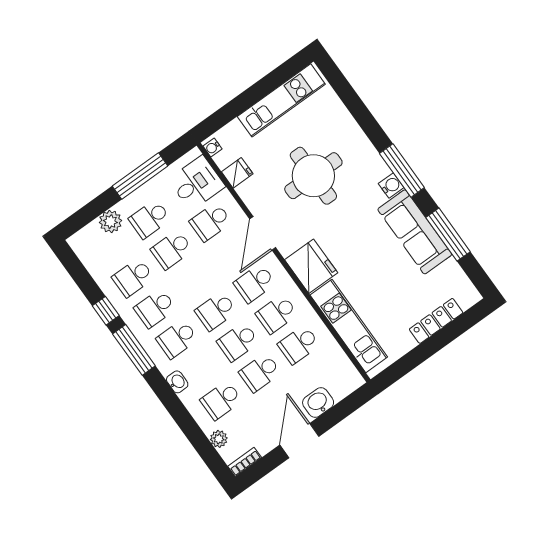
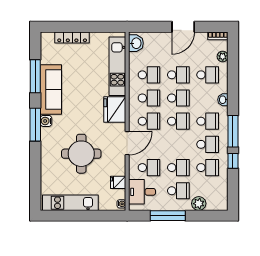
washbasin: (318, 403) -> (136, 43), moved, turned -90

